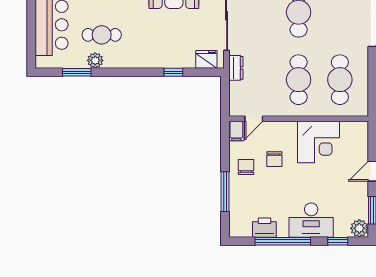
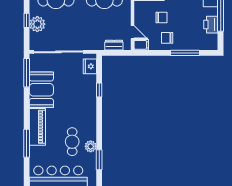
dresser: (236, 68) -> (114, 45), moved

